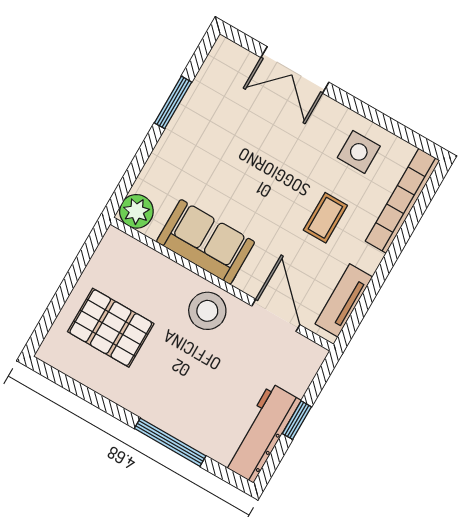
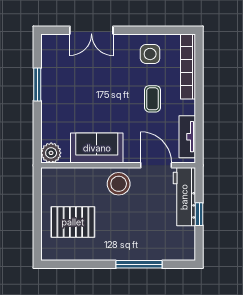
workbench: (262, 433) -> (184, 197), moved

